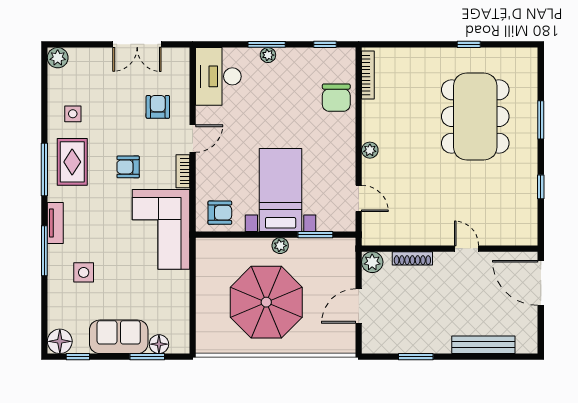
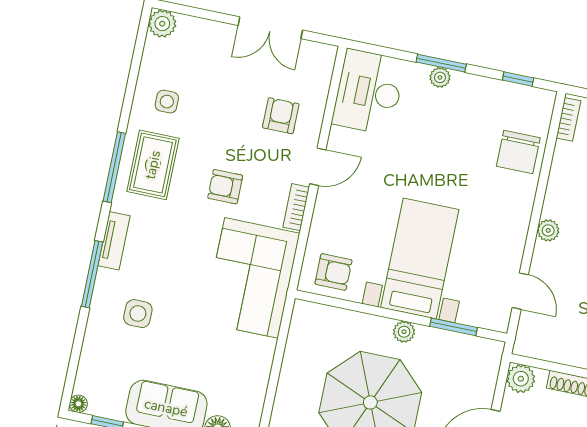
bookcase: (368, 75) -> (568, 119), width x0.64
floor lamp: (60, 341) -> (78, 404), width x0.53, depth x0.53

